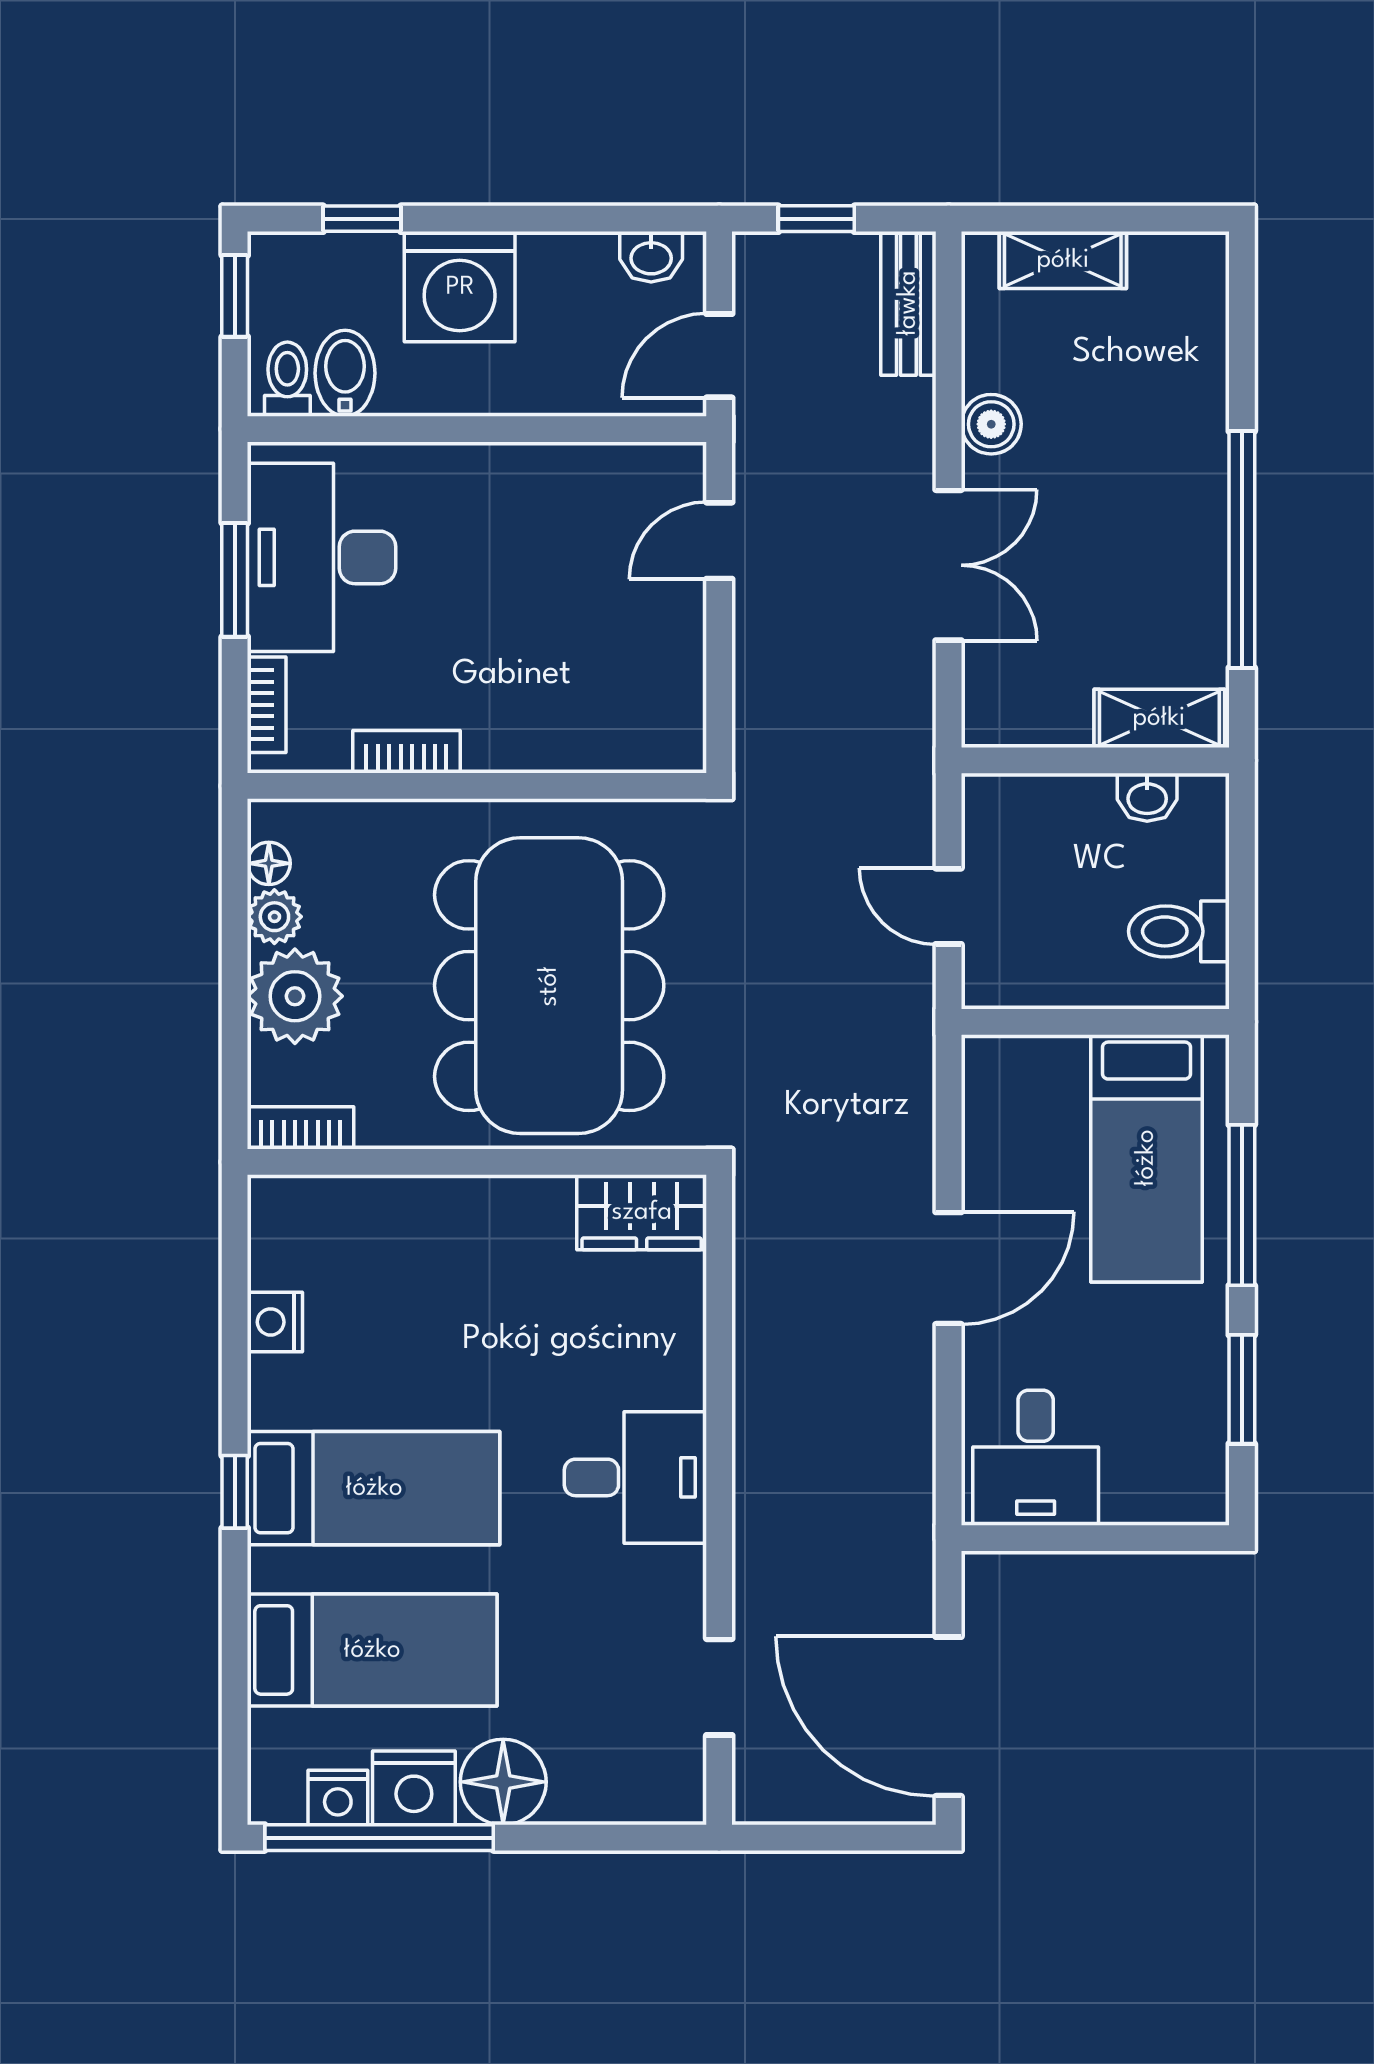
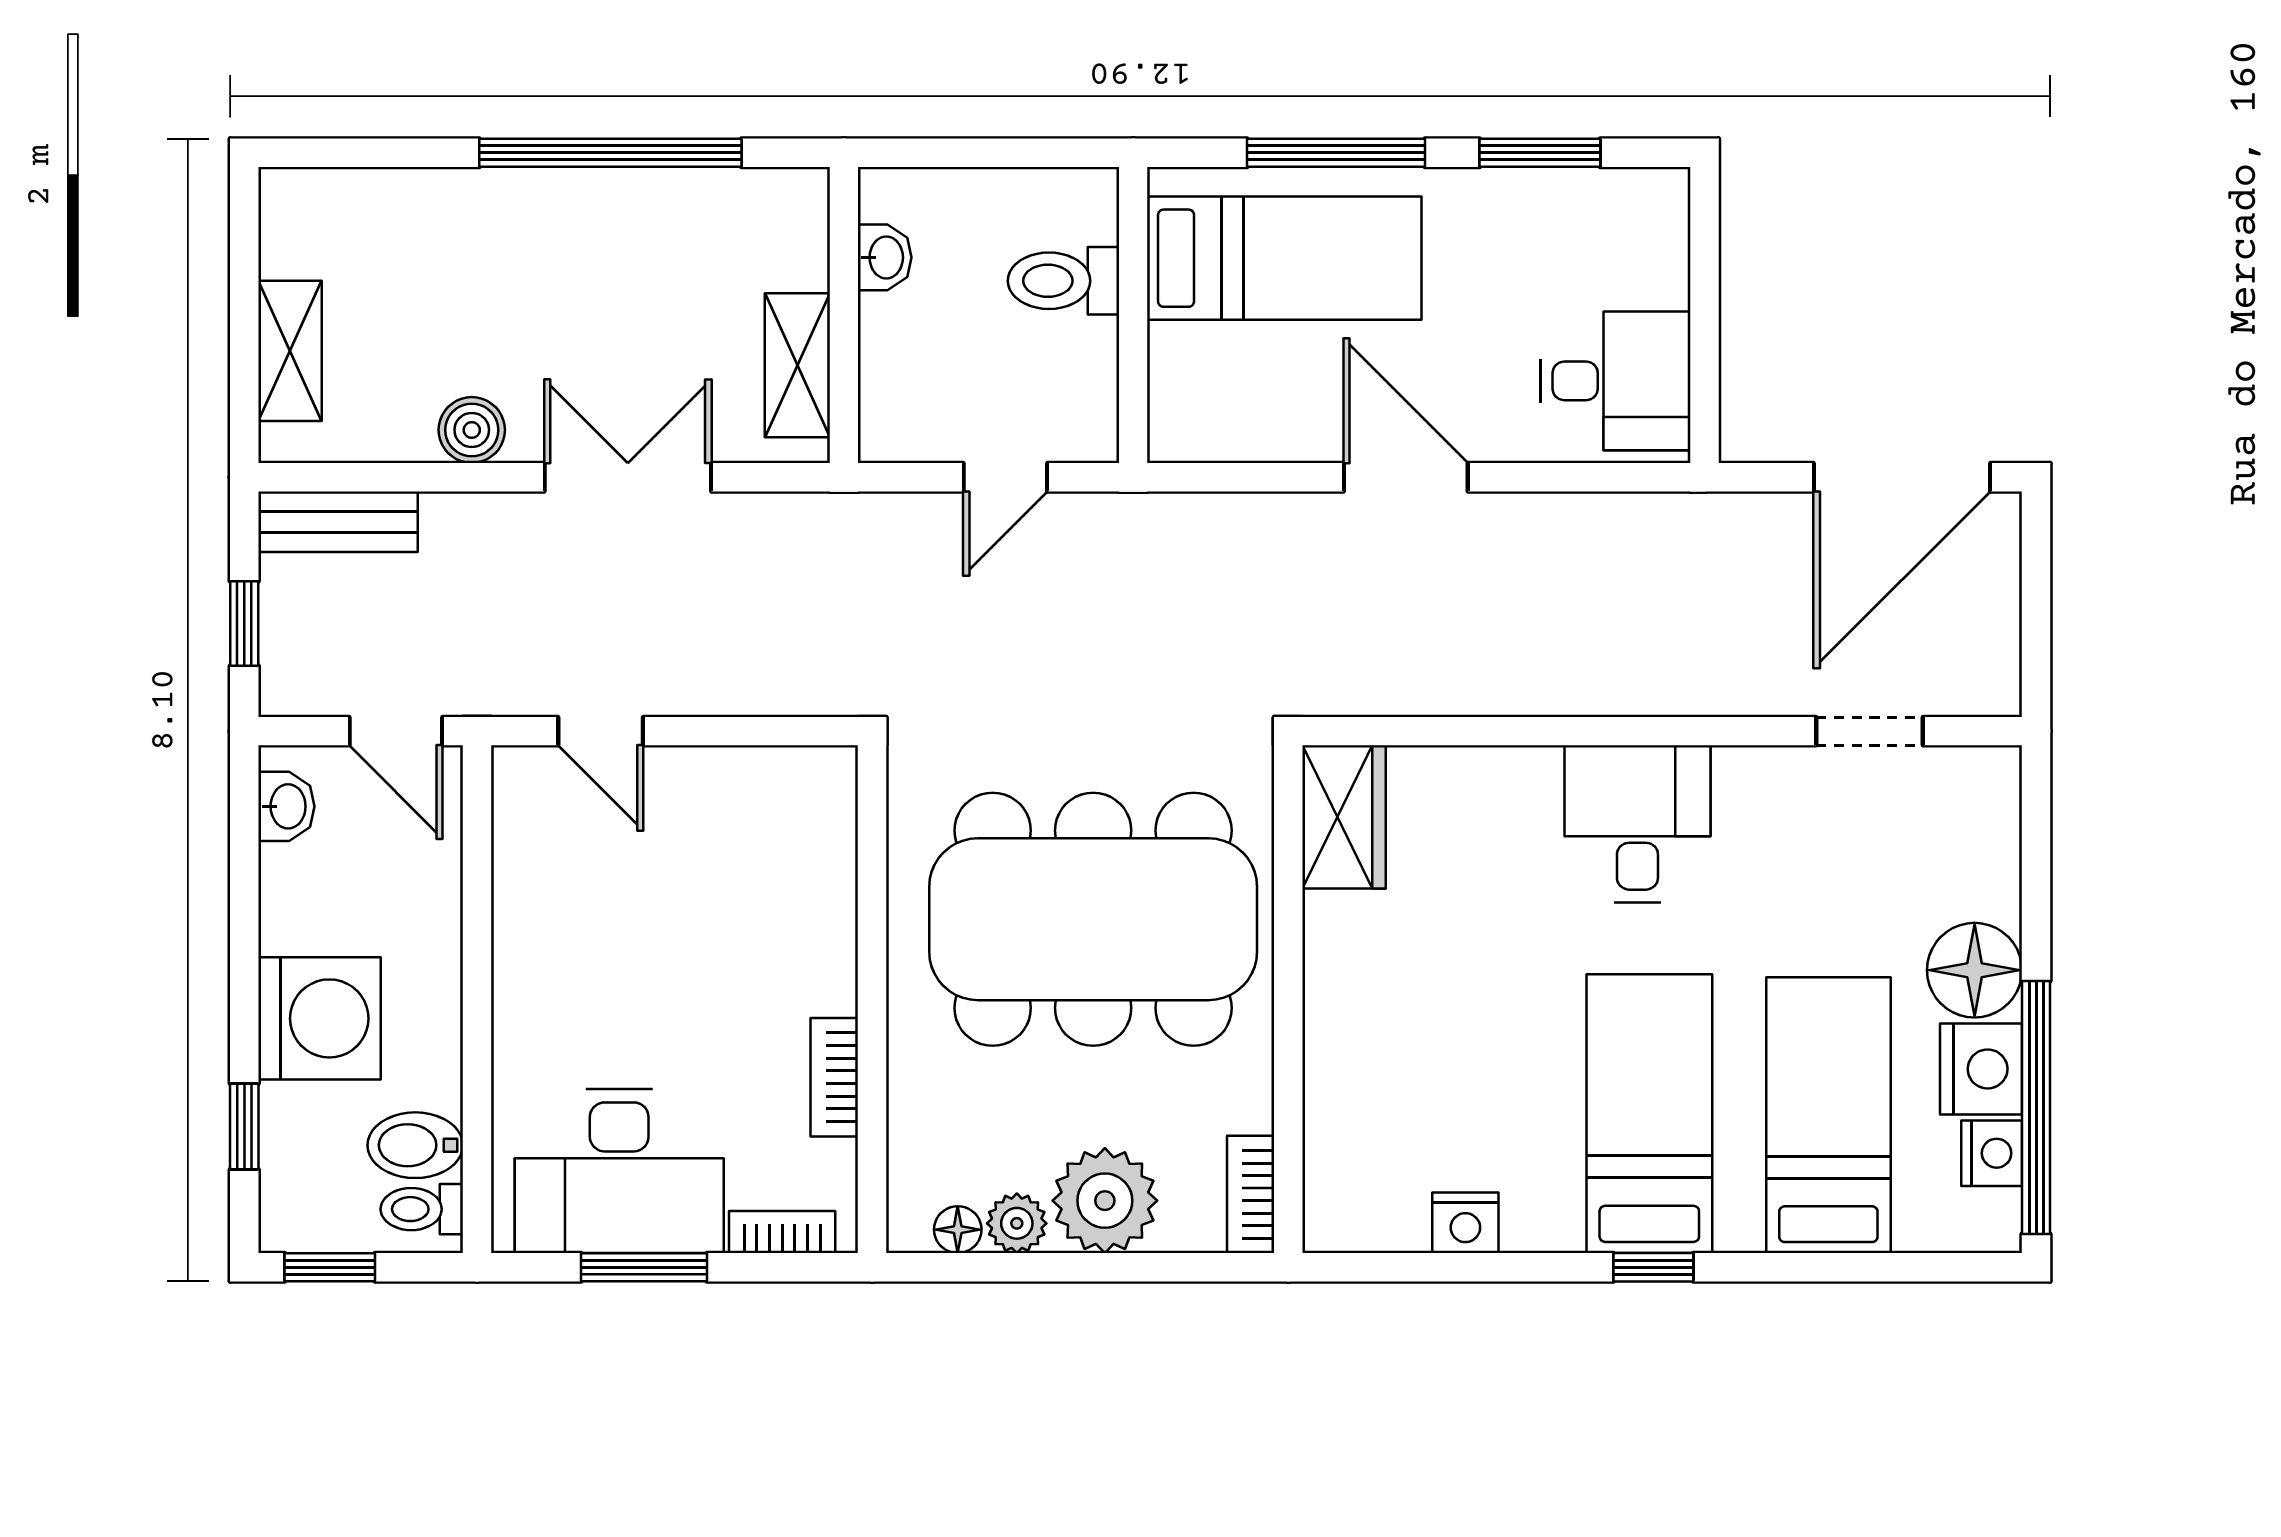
shelving: (1159, 718) -> (797, 365), moved
toilet: (1179, 931) -> (1063, 281), moved, turned 90

